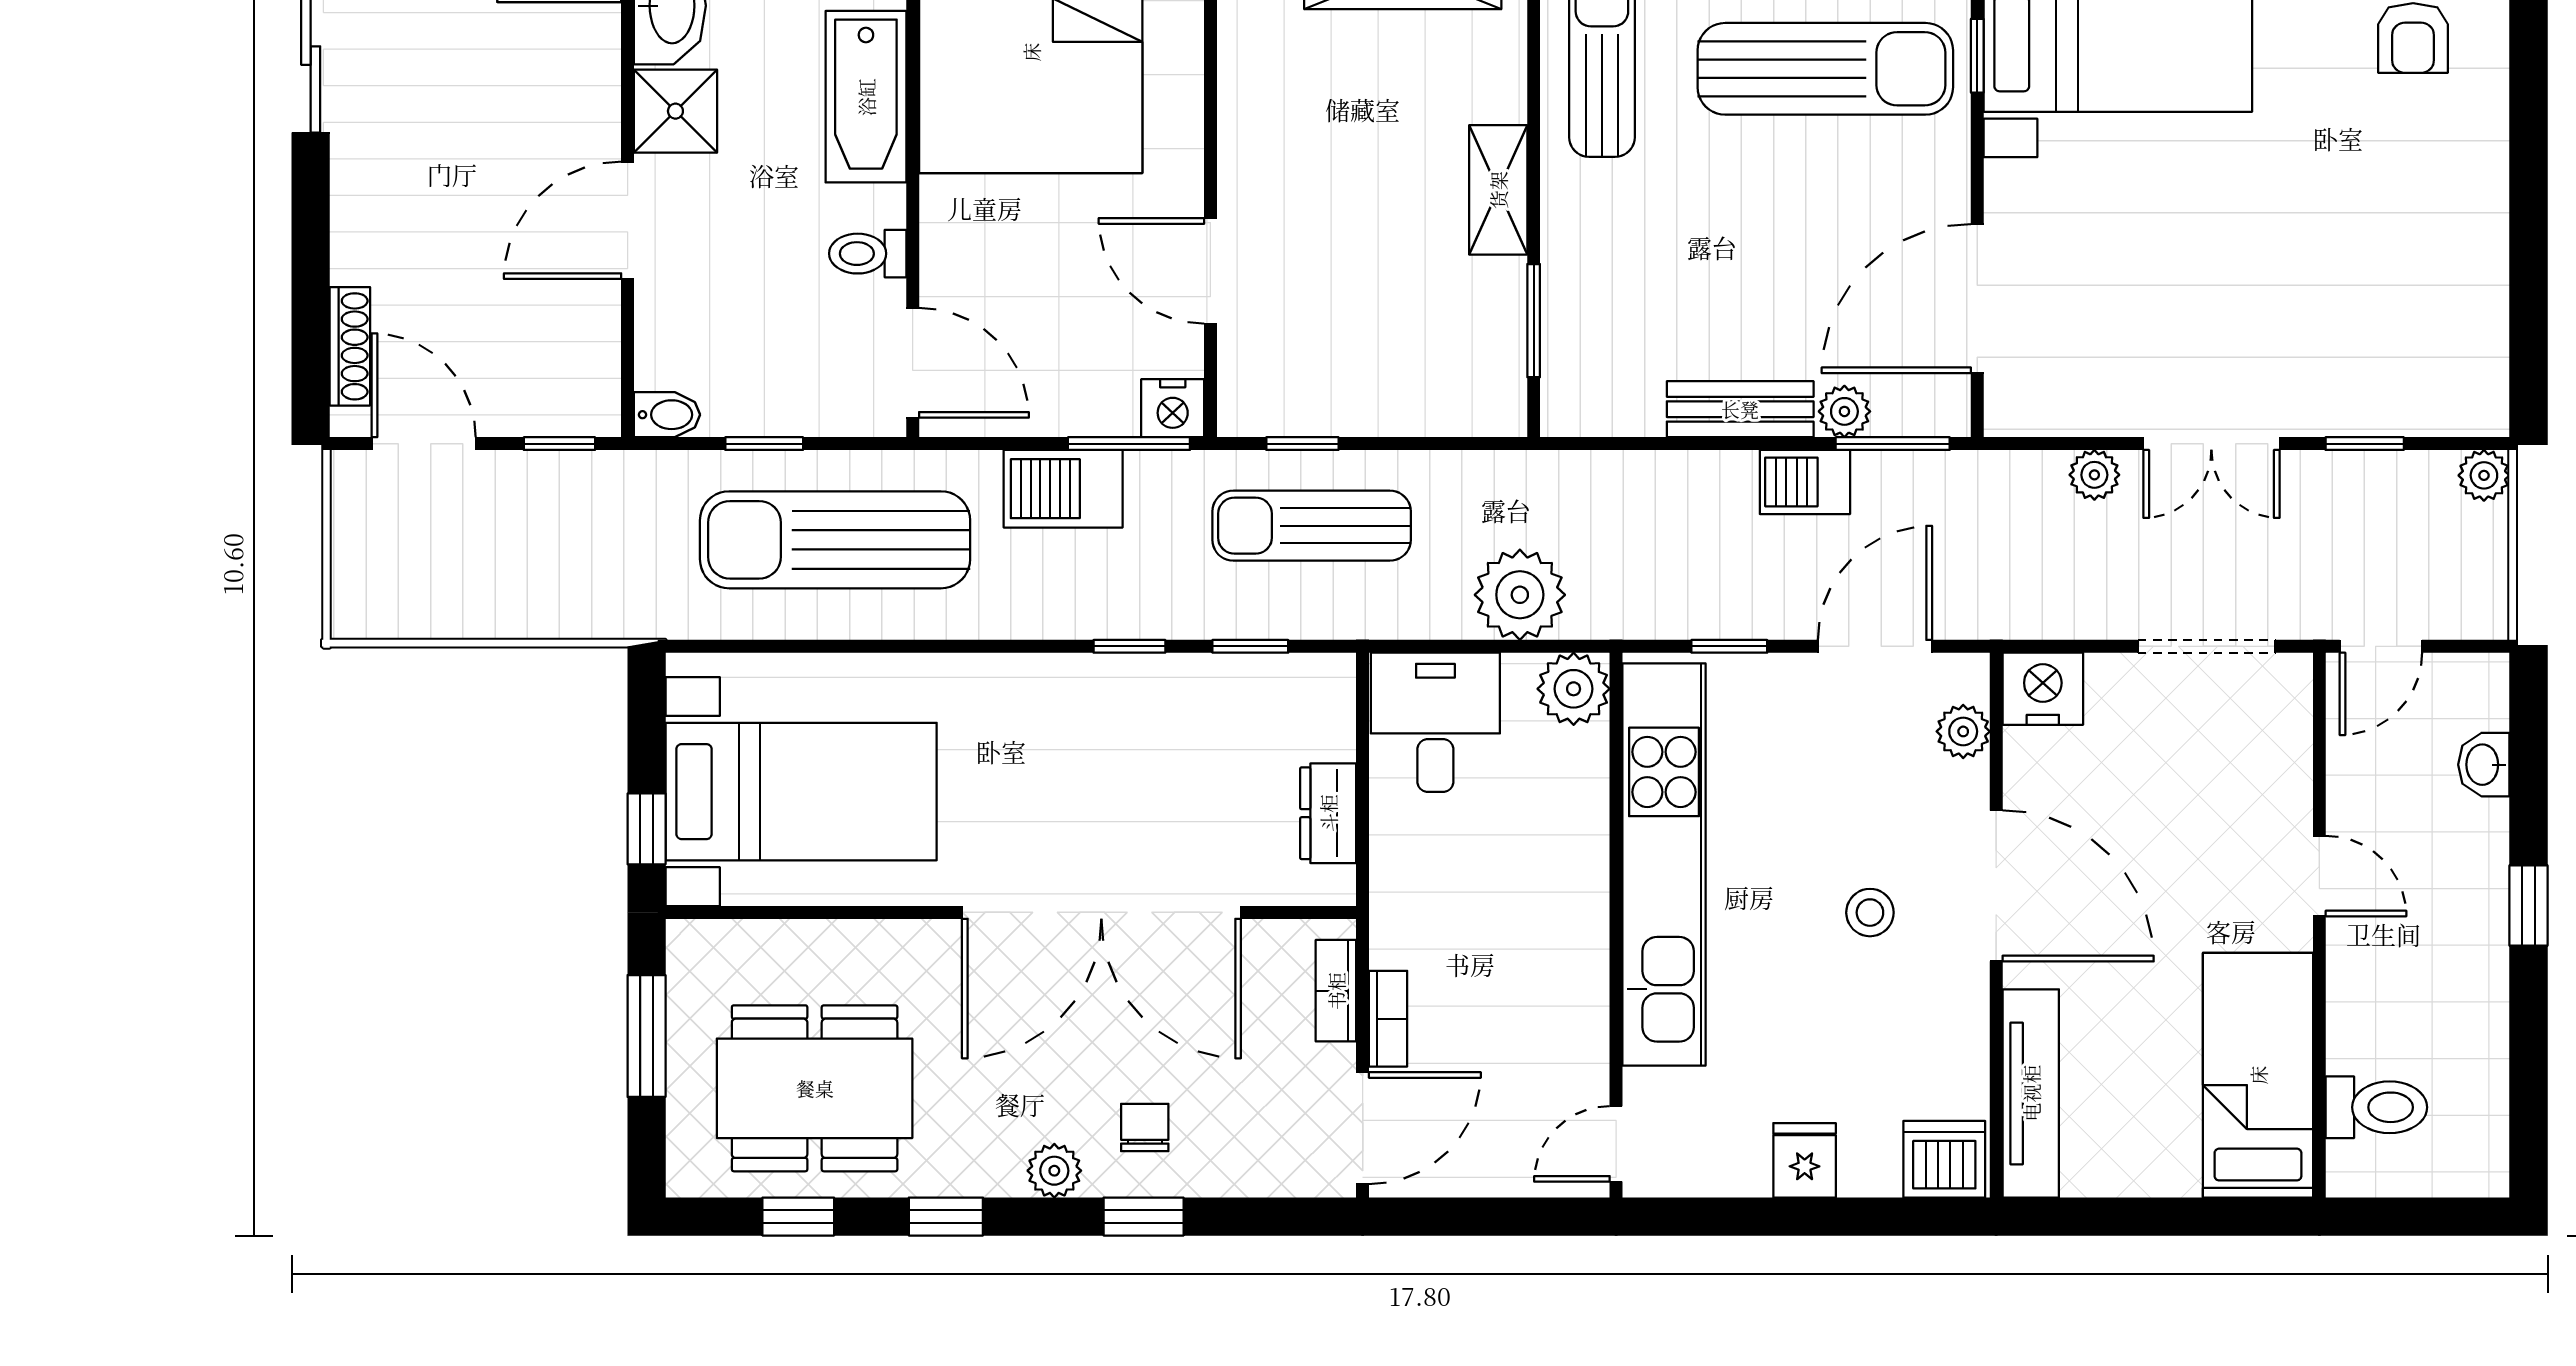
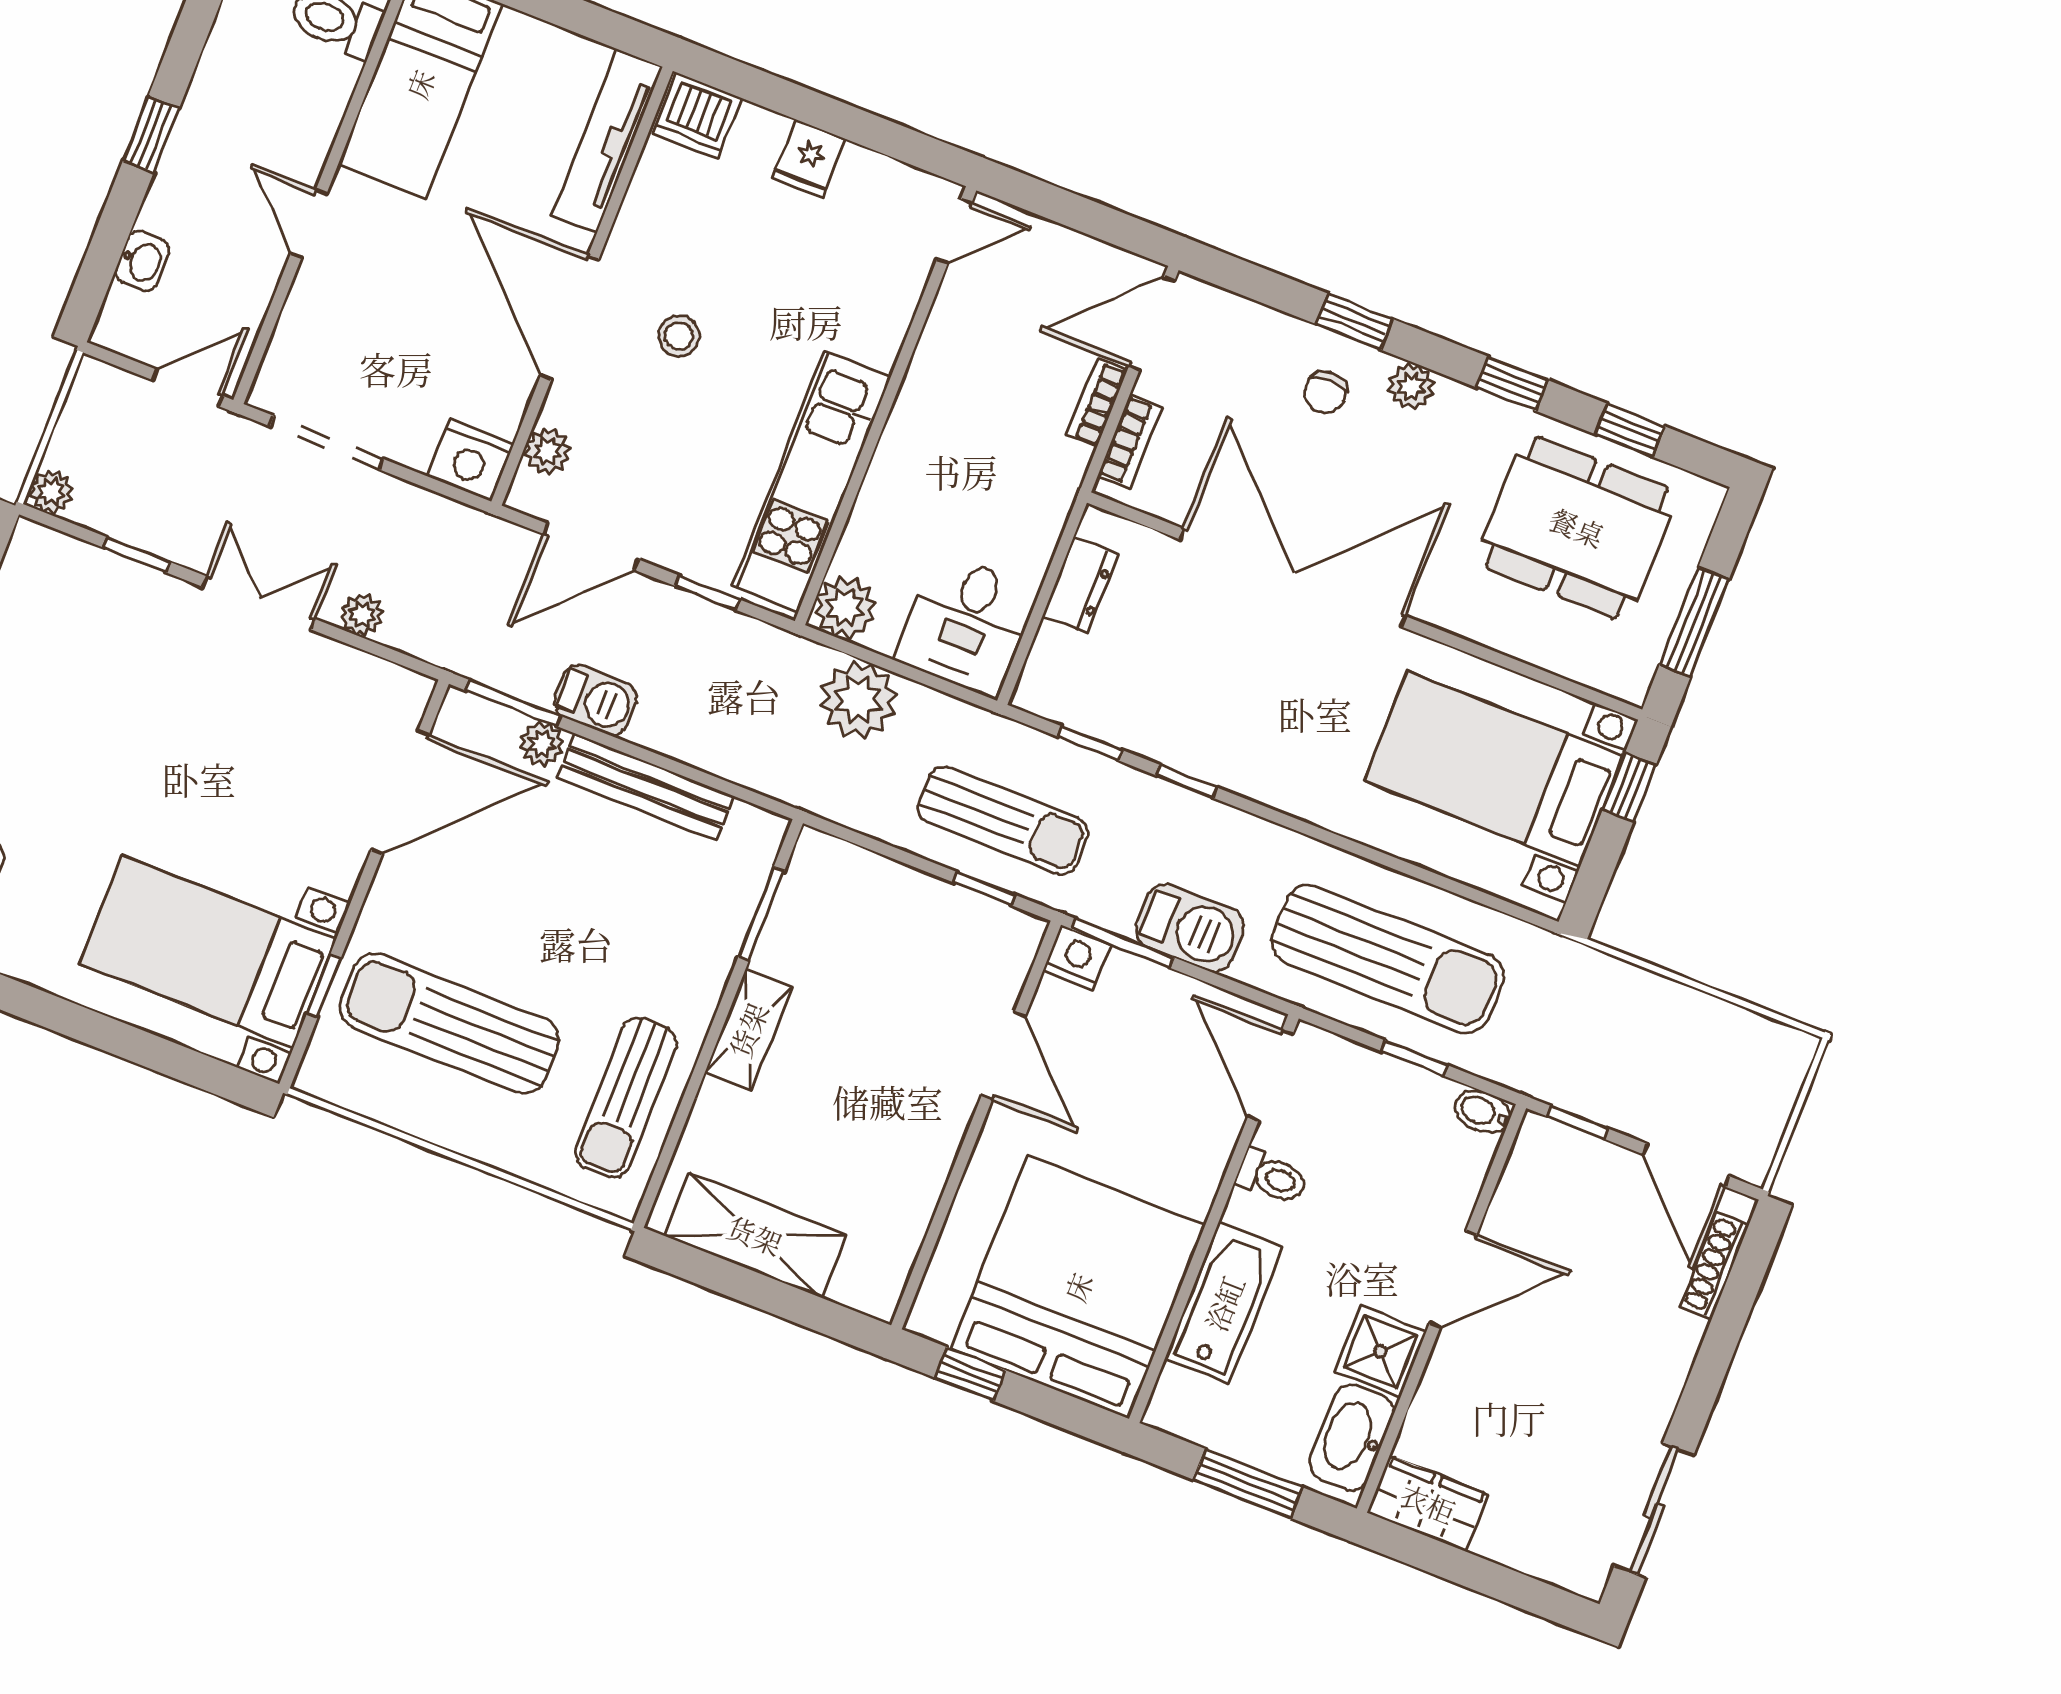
bench: (1740, 409) -> (645, 787), width x1.36
kitchen unit: (1664, 865) -> (811, 482), width x0.73

